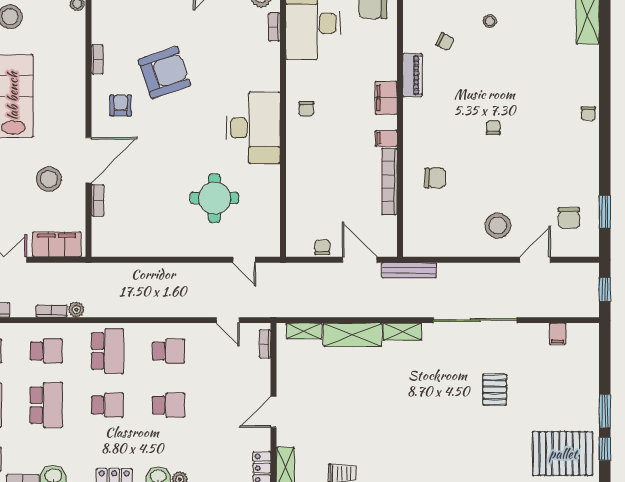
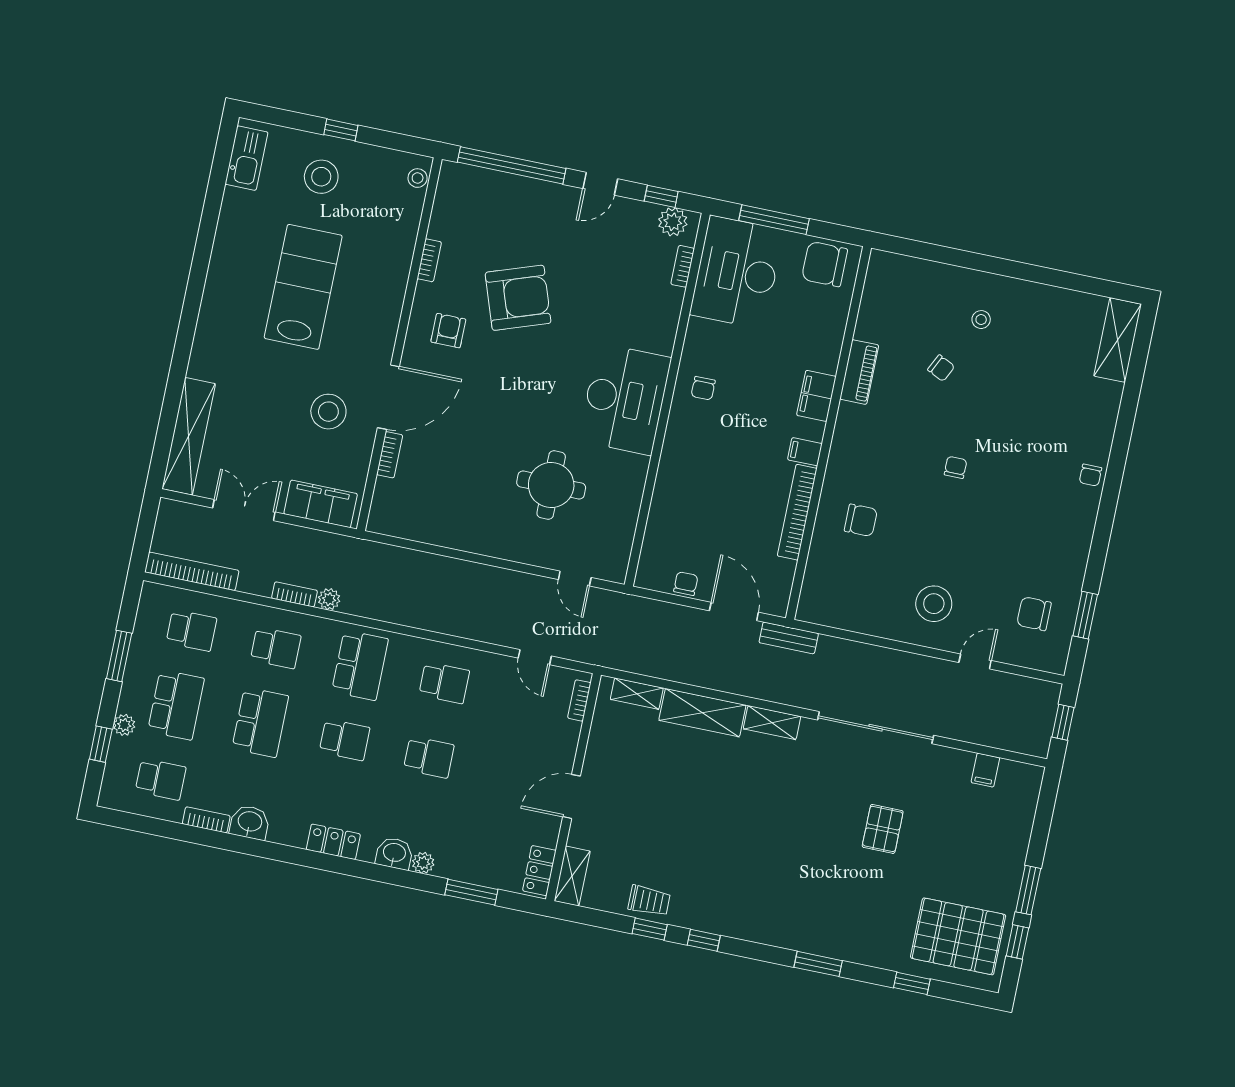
chair: (445, 42) -> (941, 368), moved
chair: (569, 218) -> (1034, 614), turned 90
door: (535, 260) -> (975, 661), width x0.73
bench: (409, 270) -> (789, 638), width x0.73

